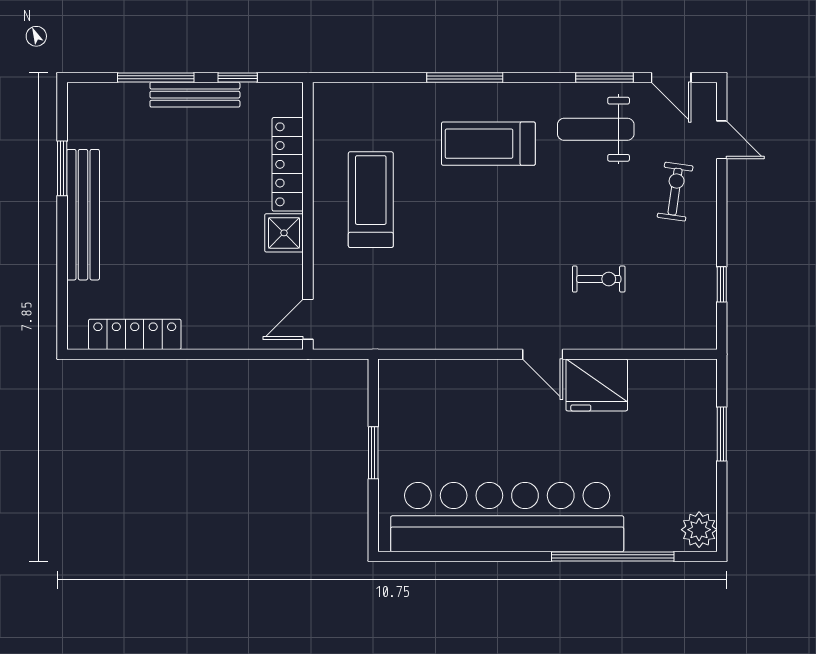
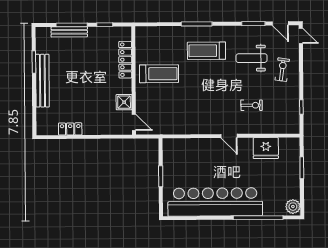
bench: (195, 95) -> (69, 32), moved
weight bench: (596, 129) -> (252, 58), moved
door: (722, 140) -> (301, 36), moved
treadmill: (371, 200) -> (159, 74), turned 90
shower: (284, 233) -> (124, 102), moved
door: (308, 319) -> (134, 122), swing flipped
locker: (135, 334) -> (70, 129), width x0.66
fridge: (597, 385) -> (266, 148), moved

